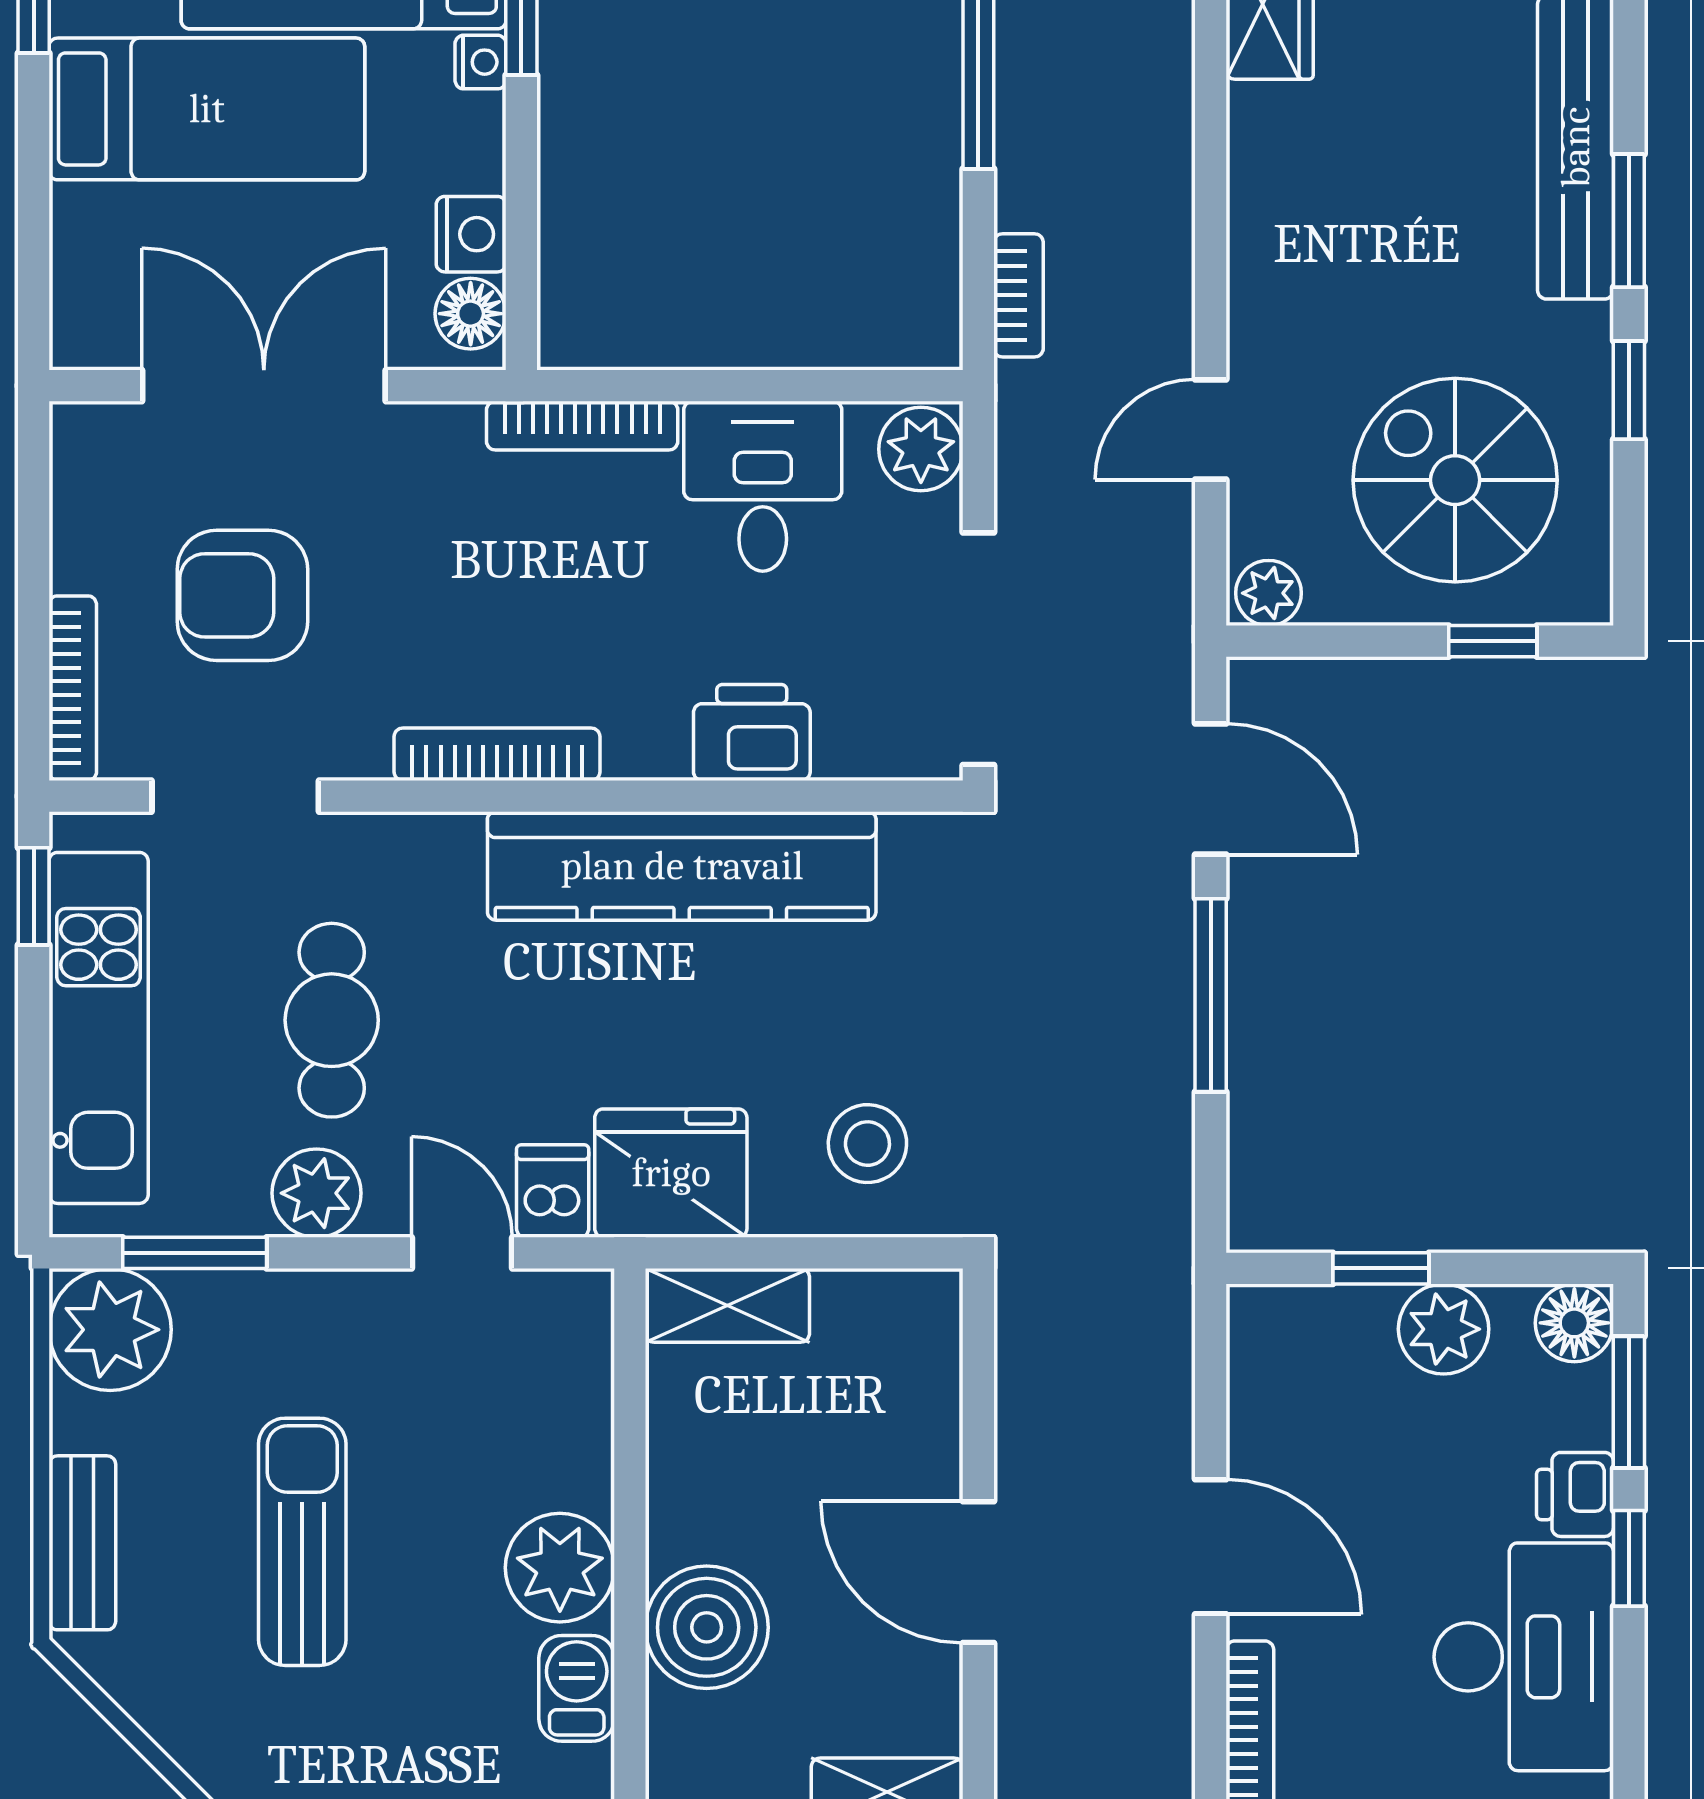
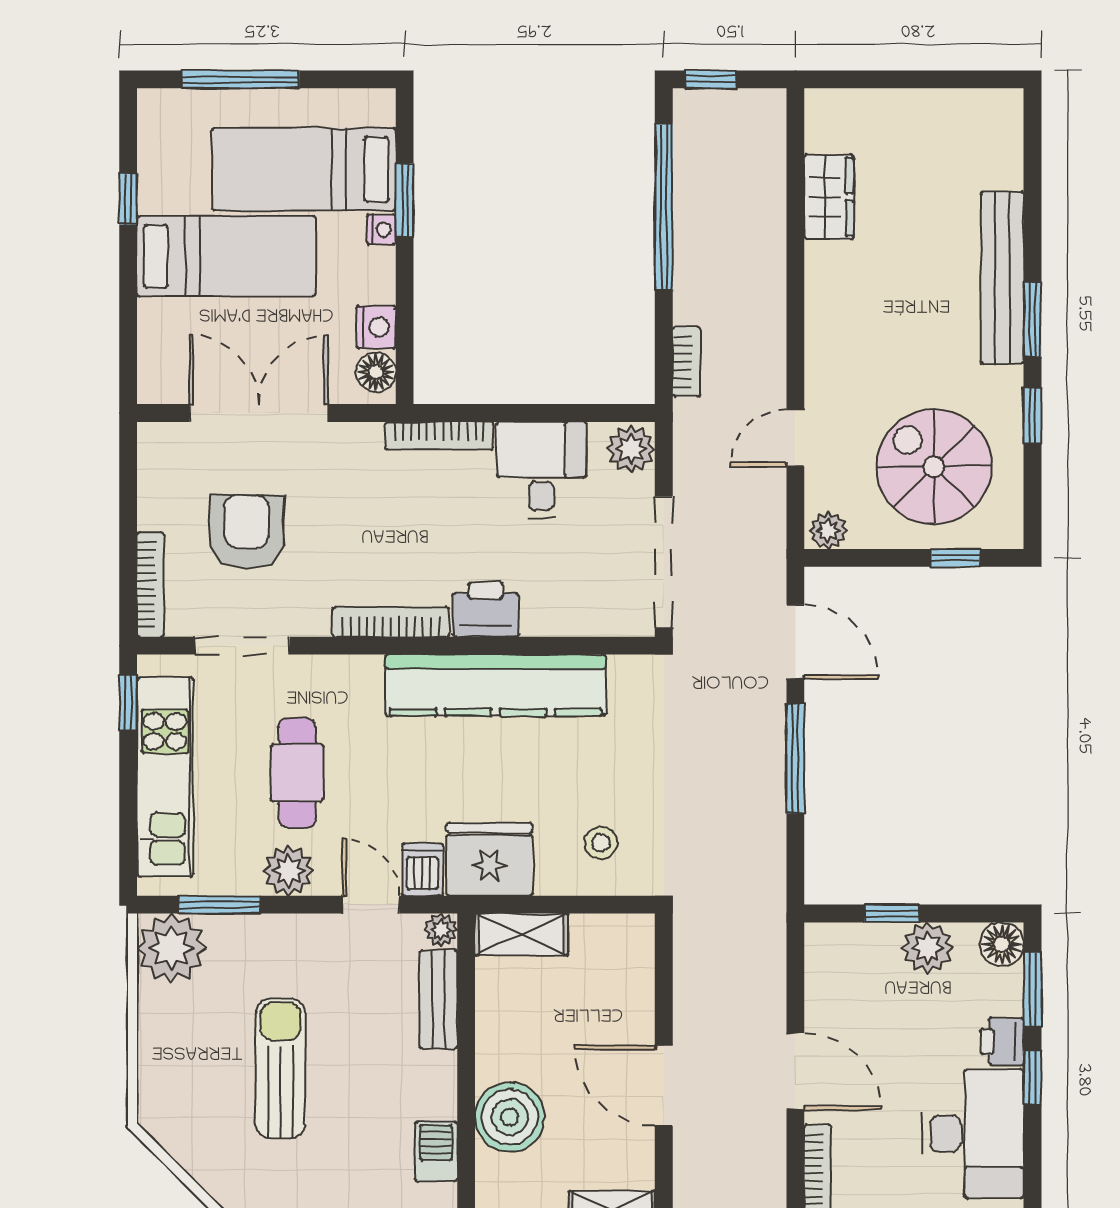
armchair: (242, 595) -> (247, 532), turned 90
printer: (752, 732) -> (486, 610), moved
stool: (867, 1144) -> (601, 843), width x0.73, depth x0.73
bench: (82, 1543) -> (439, 999), moved
plant: (560, 1568) -> (441, 930), moved, width x0.53, depth x0.53

